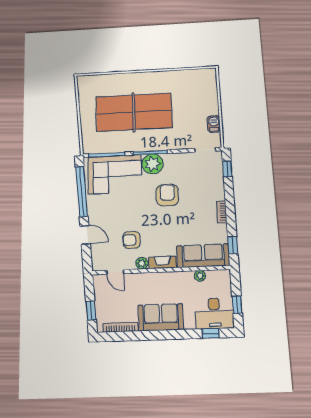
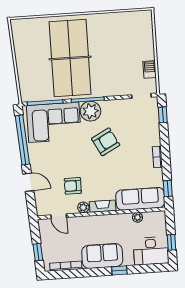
table tennis table: (134, 112) -> (70, 58), turned 90
armchair: (167, 195) -> (106, 142), turned 62
window: (211, 333) -> (119, 270), moved

